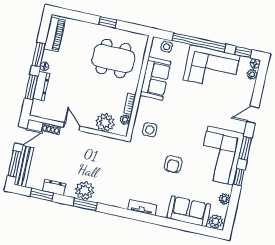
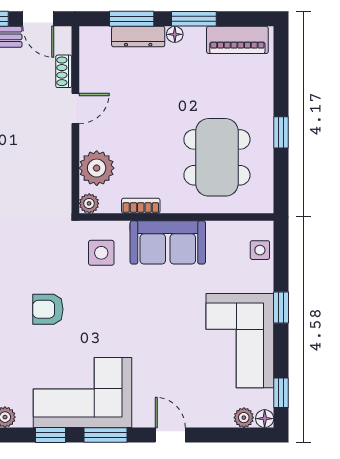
window: (199, 42) -> (281, 308), width x0.32
sofa: (155, 79) -> (168, 242), moved
plant: (125, 120) -> (89, 203), moved

